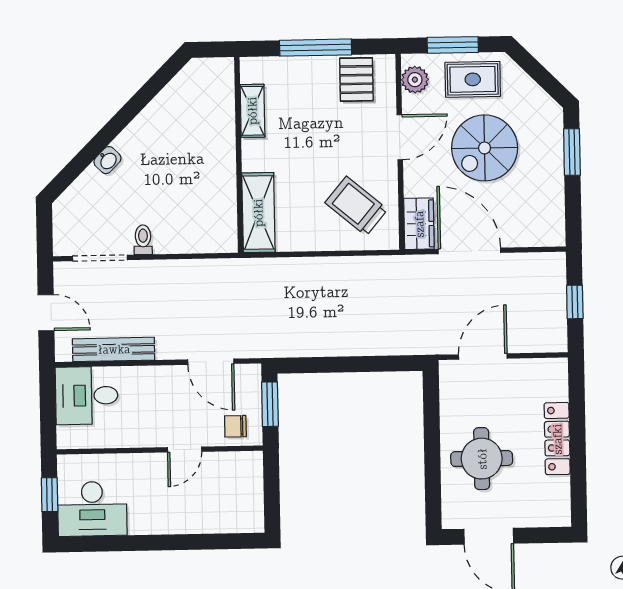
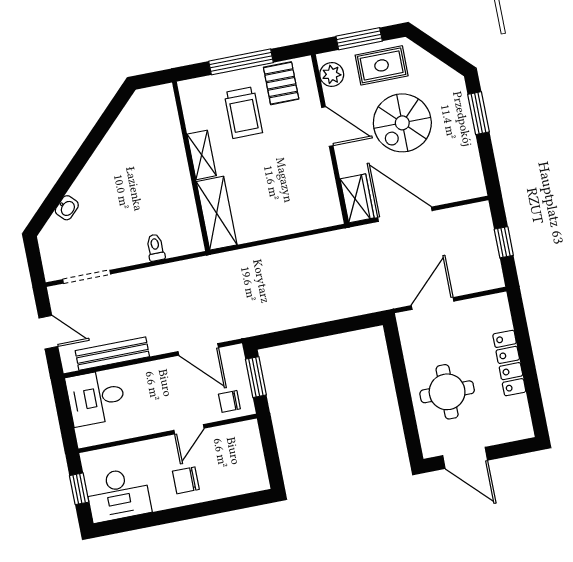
shelving: (252, 111) -> (202, 155), moved
door: (400, 137) -> (327, 127), hinge flipped
washbasin: (107, 160) -> (67, 208), moved
trolley: (356, 206) -> (243, 113), moved, turned -130
toilet: (143, 240) -> (155, 248), moved
chair: (171, 506) -> (186, 480), added

